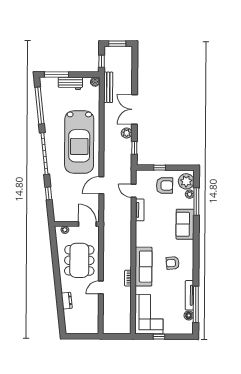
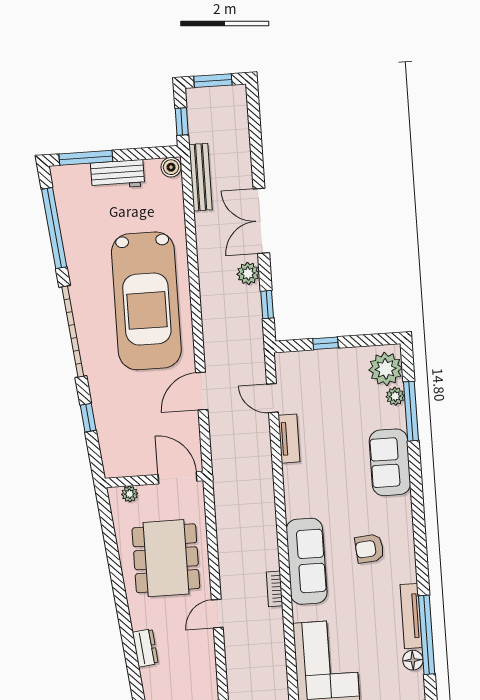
armchair: (165, 185) -> (339, 381), removed

